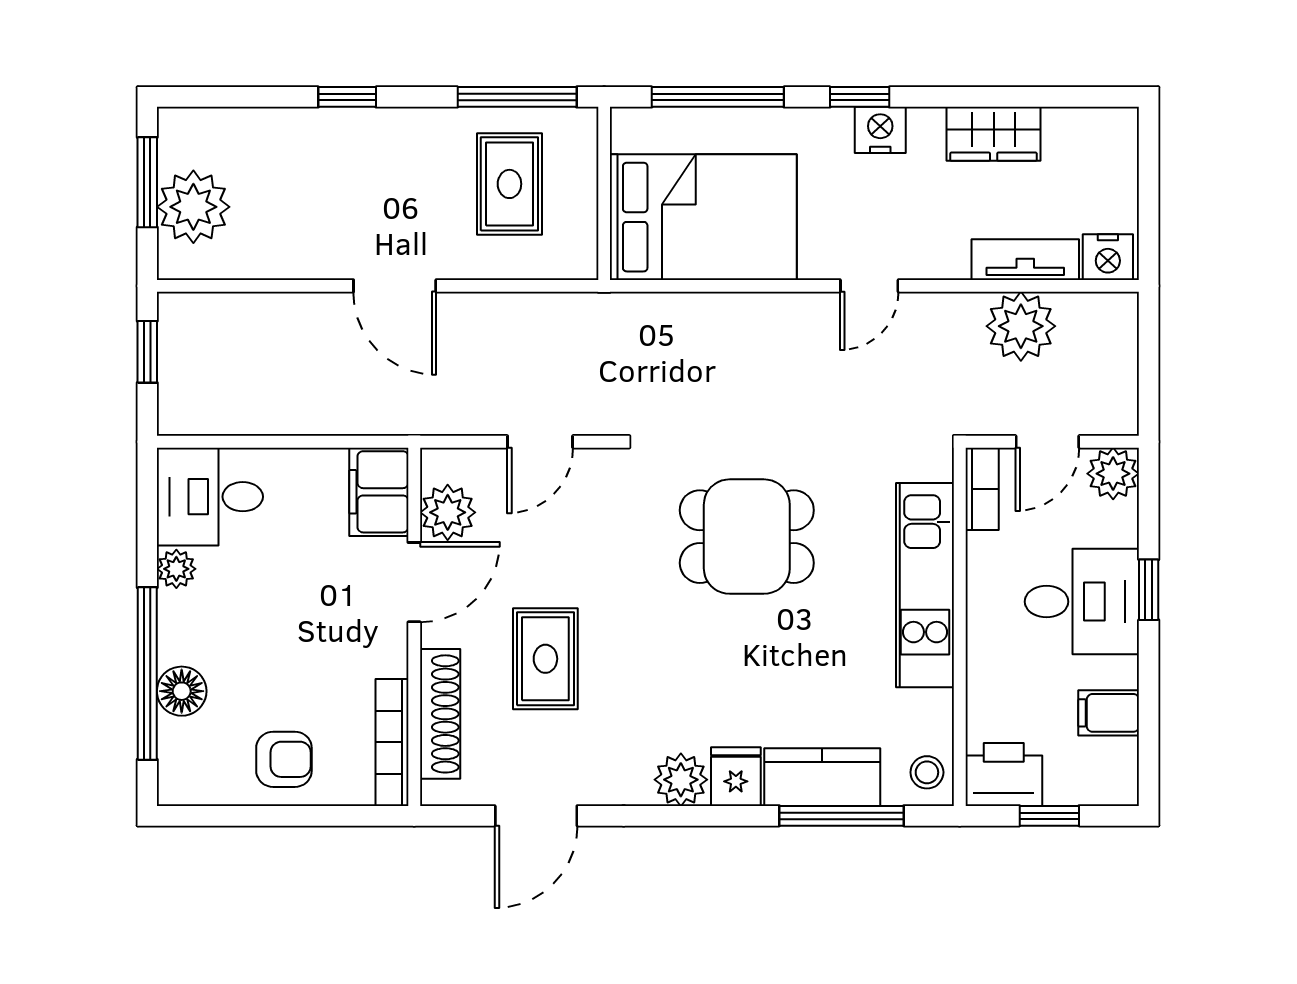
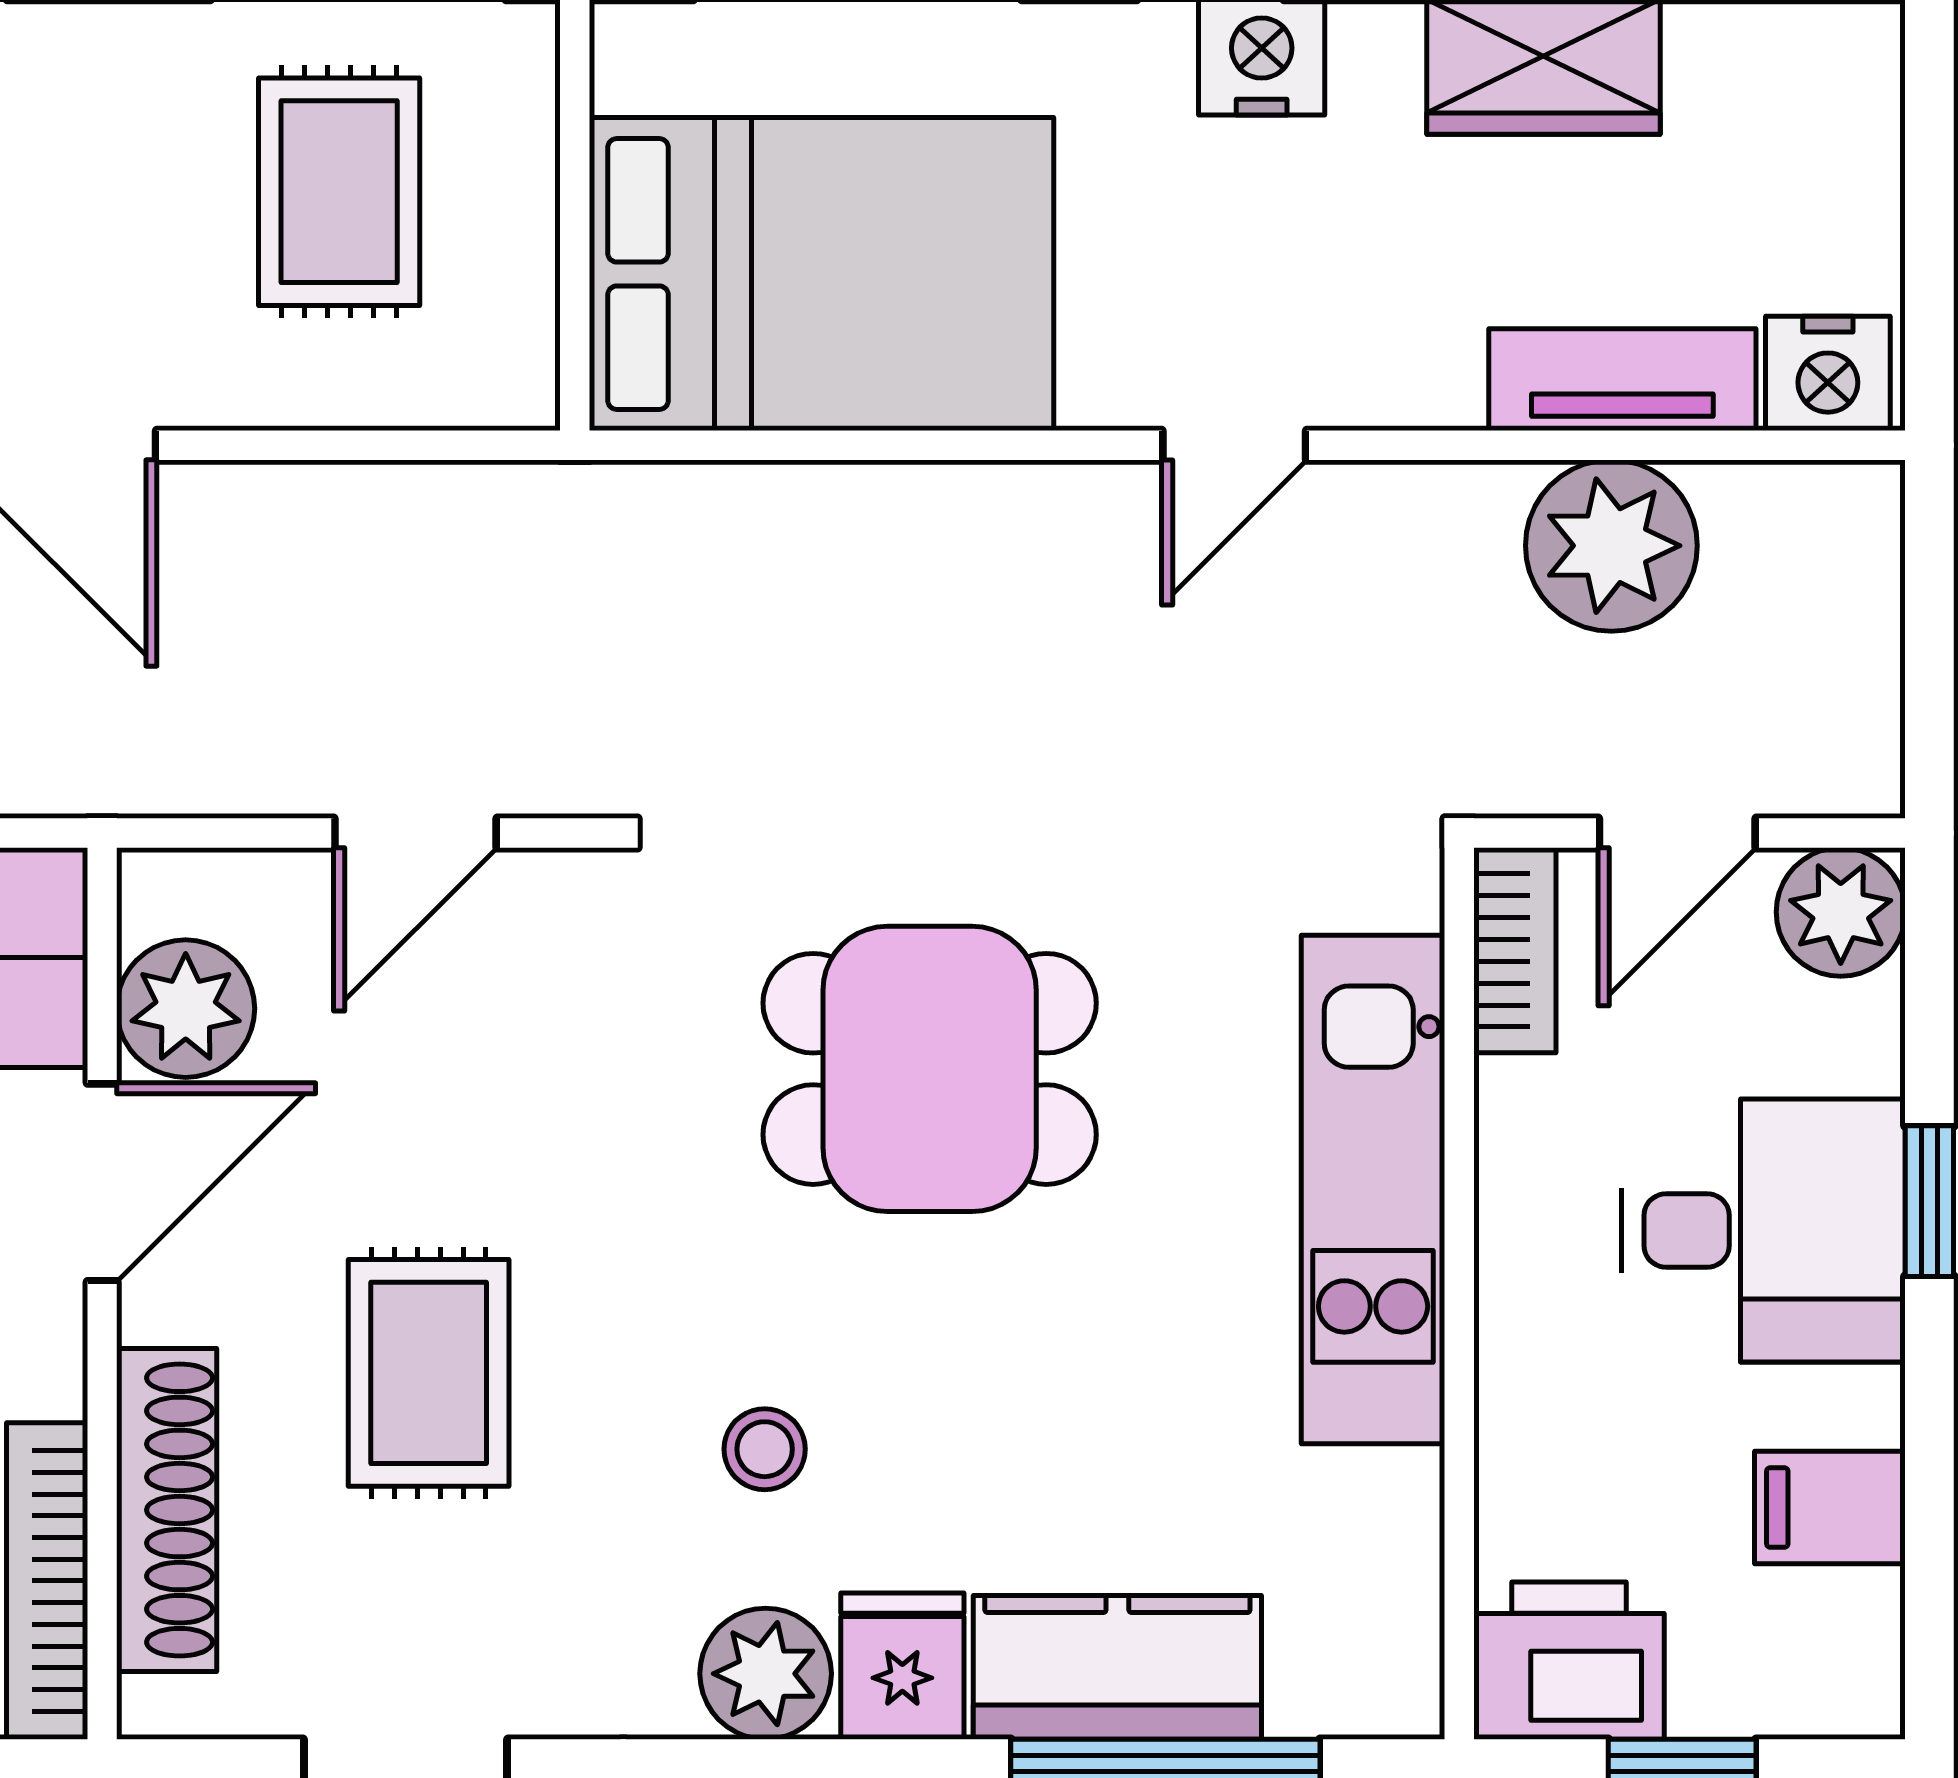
stool: (927, 772) -> (765, 1449), moved

